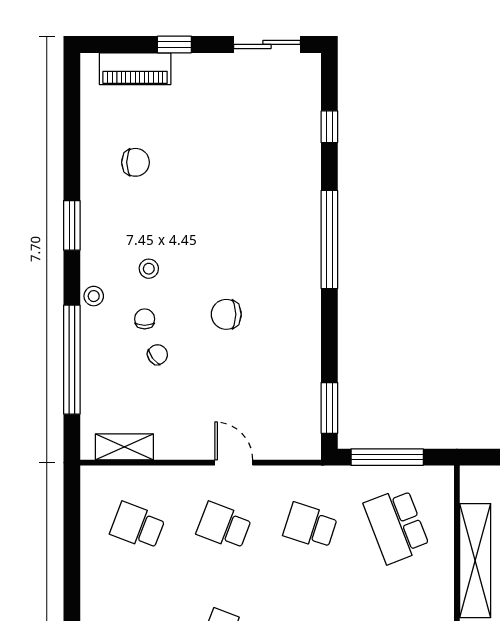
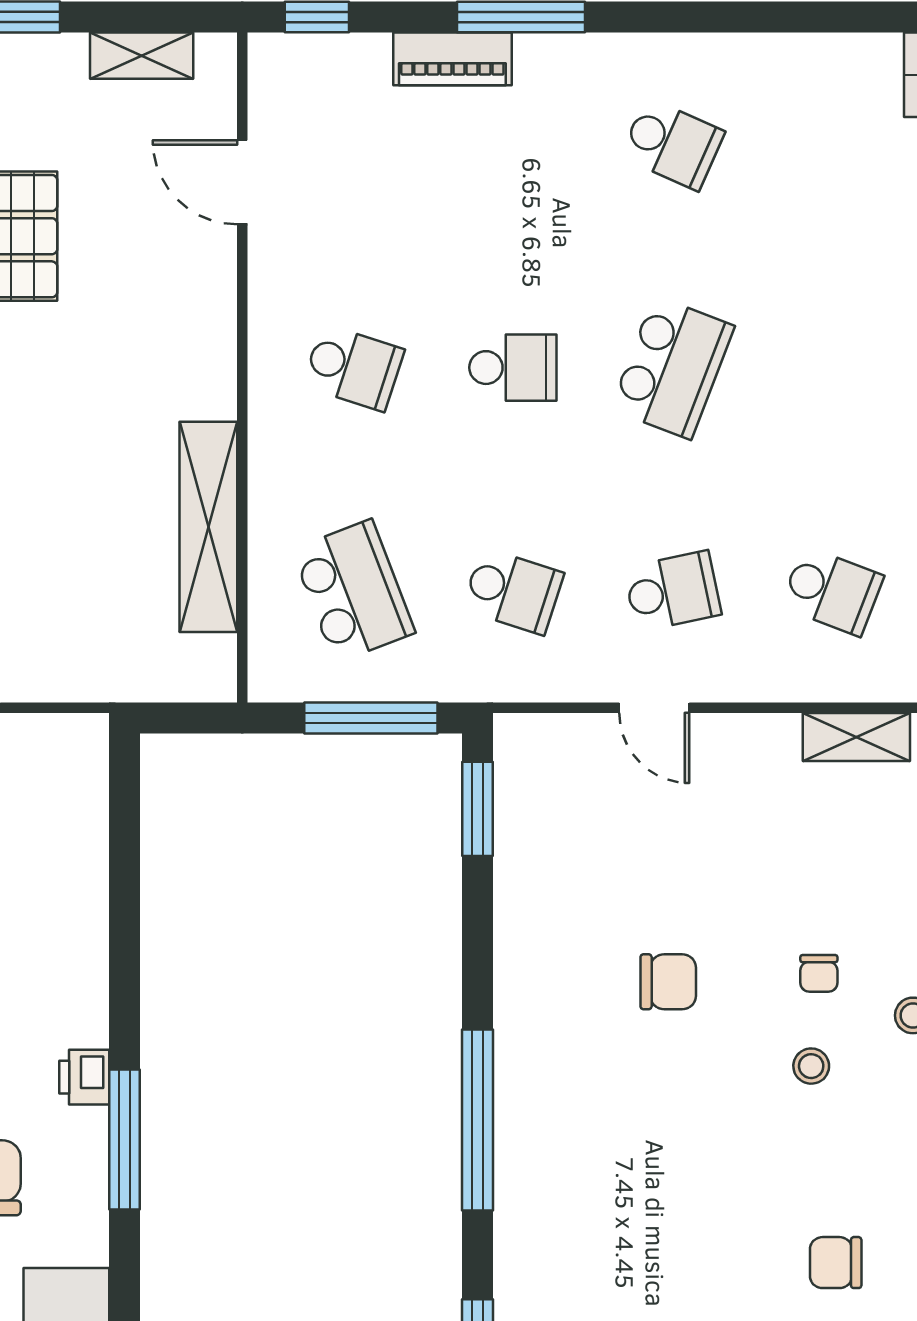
chair: (158, 355) -> (795, 907), removed
school desk: (224, 526) -> (672, 591), turned -33

